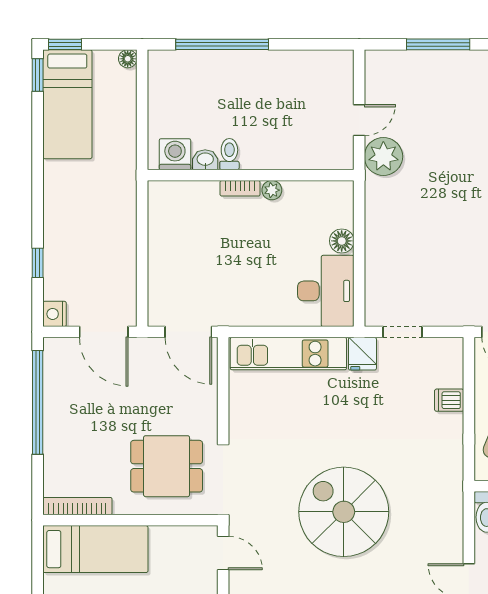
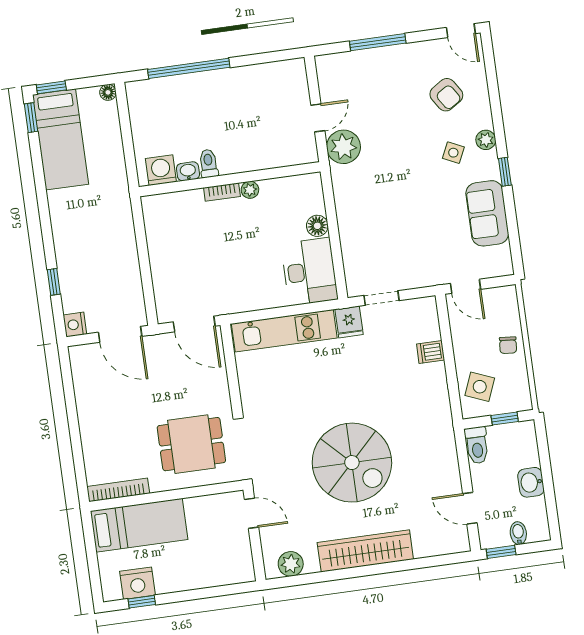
window: (38, 402) -> (71, 404), removed
spiral stairs: (344, 512) -> (352, 463), turned 180

